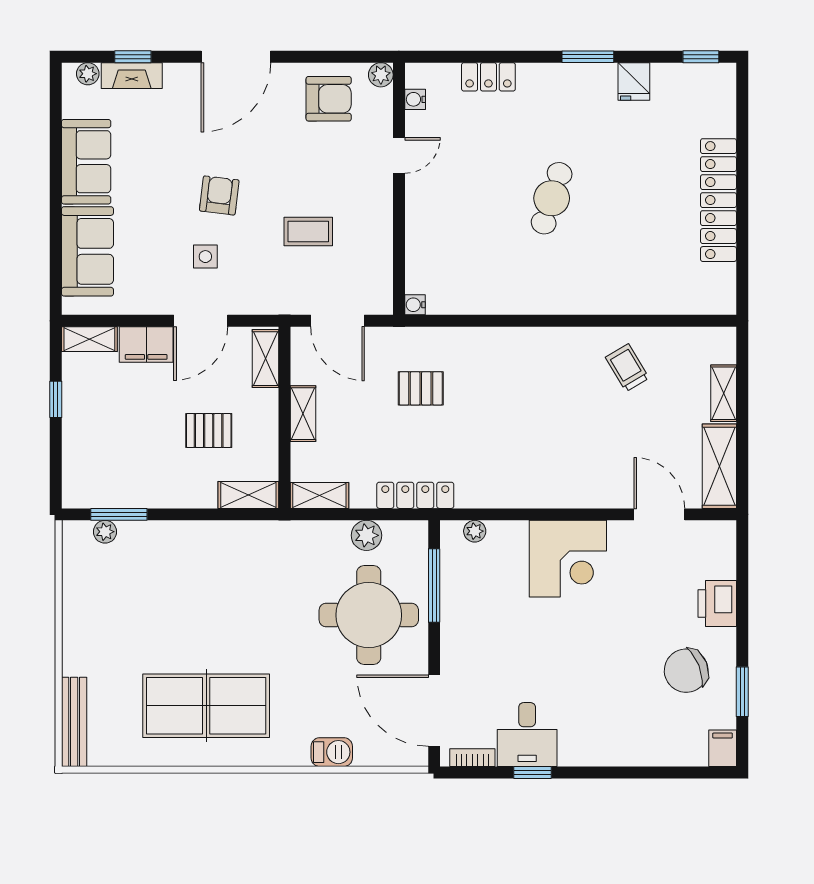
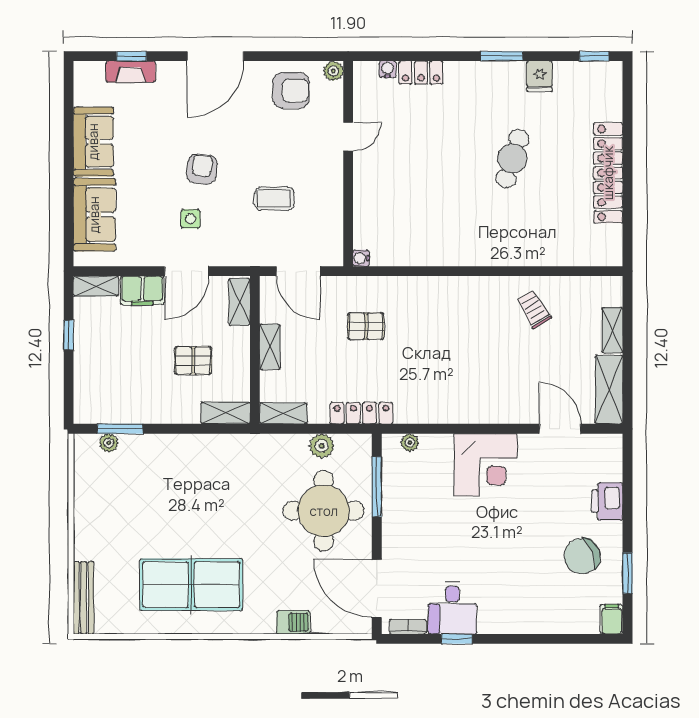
plant: (88, 74) -> (95, 70), removed
water cooler: (415, 99) -> (388, 69), moved, turned 90
cafe table: (552, 198) -> (512, 158), moved

